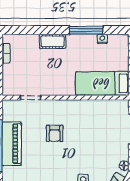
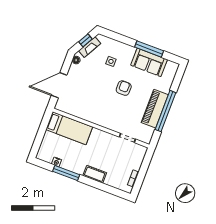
armchair: (55, 133) -> (124, 88), moved

